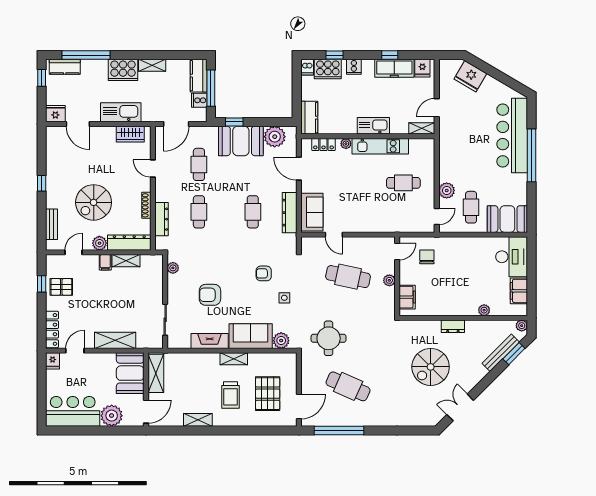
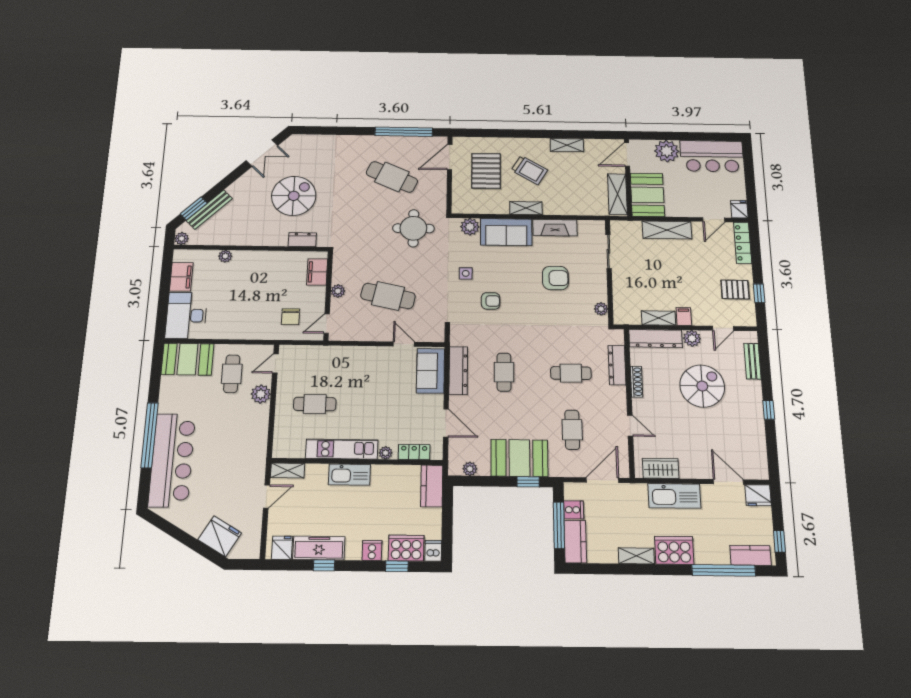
plant: (275, 137) -> (470, 469), width x0.53, depth x0.53
cafe table: (199, 212) -> (571, 373), turned 90
dresser: (453, 326) -> (302, 240), moved
trolley: (230, 395) -> (529, 170), turned 121

